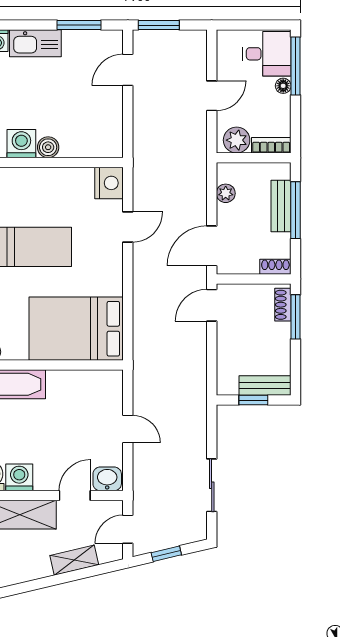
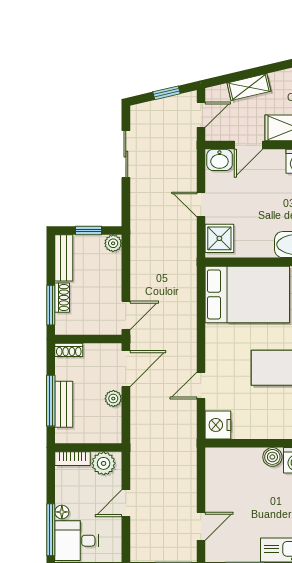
plant: (226, 193) -> (113, 399), moved
shoe rack: (283, 305) -> (62, 298), moved
bench: (265, 385) -> (64, 258), moved, turned 90
plant: (226, 386) -> (113, 243), added
shower: (107, 391) -> (219, 238), added

